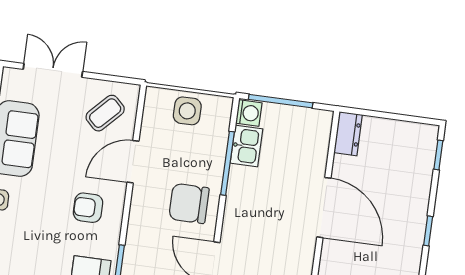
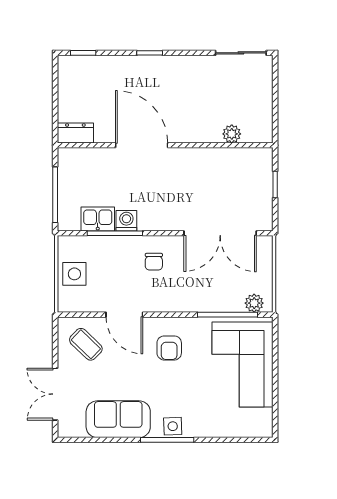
washing machine: (249, 113) -> (126, 221), moved
chair: (189, 203) -> (154, 262), width x0.54, depth x0.54
door: (324, 208) -> (142, 145), hinge flipped

